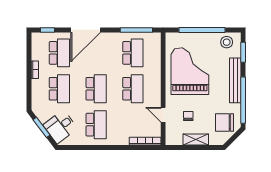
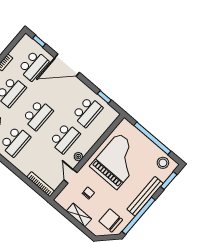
window: (136, 30) -> (104, 97), width x0.46
plant: (156, 94) -> (78, 157), added

